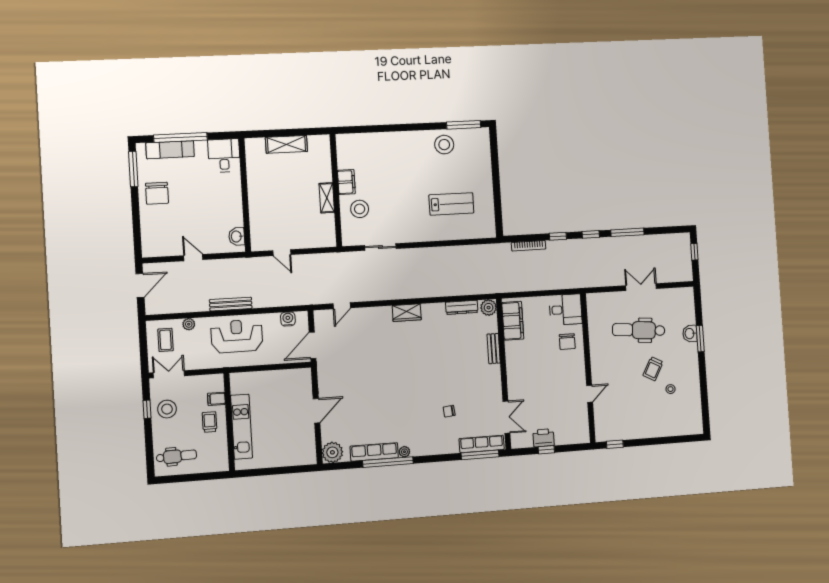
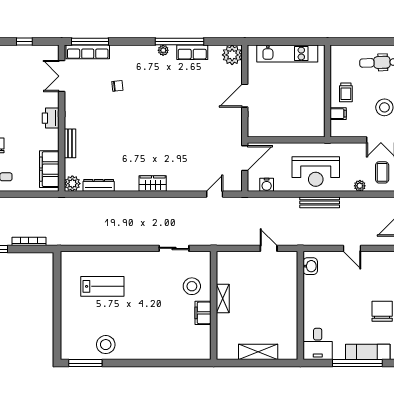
lab bench: (451, 204) -> (102, 286), turned 180
kitchen unit: (242, 427) -> (287, 54), moved, turned -90
printer: (543, 438) -> (51, 118), moved, turned 90
row of seats: (374, 452) -> (192, 52), width x0.68

